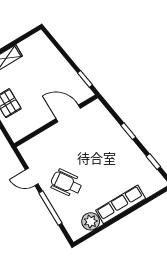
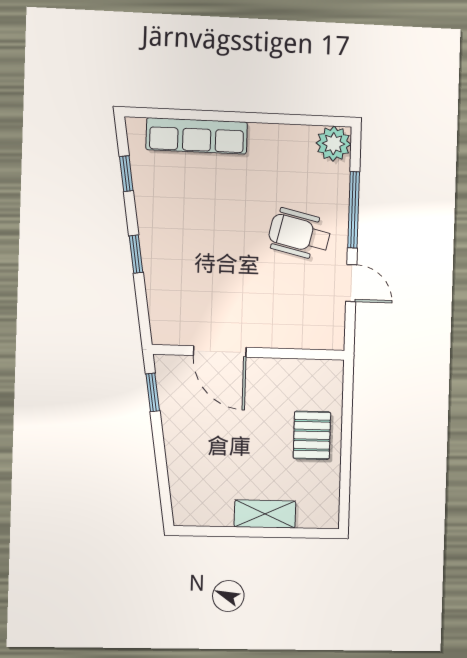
wheelchair: (66, 183) -> (300, 234), turned 137
row of seats: (121, 204) -> (197, 136), moved
plant: (91, 221) -> (333, 144), moved

